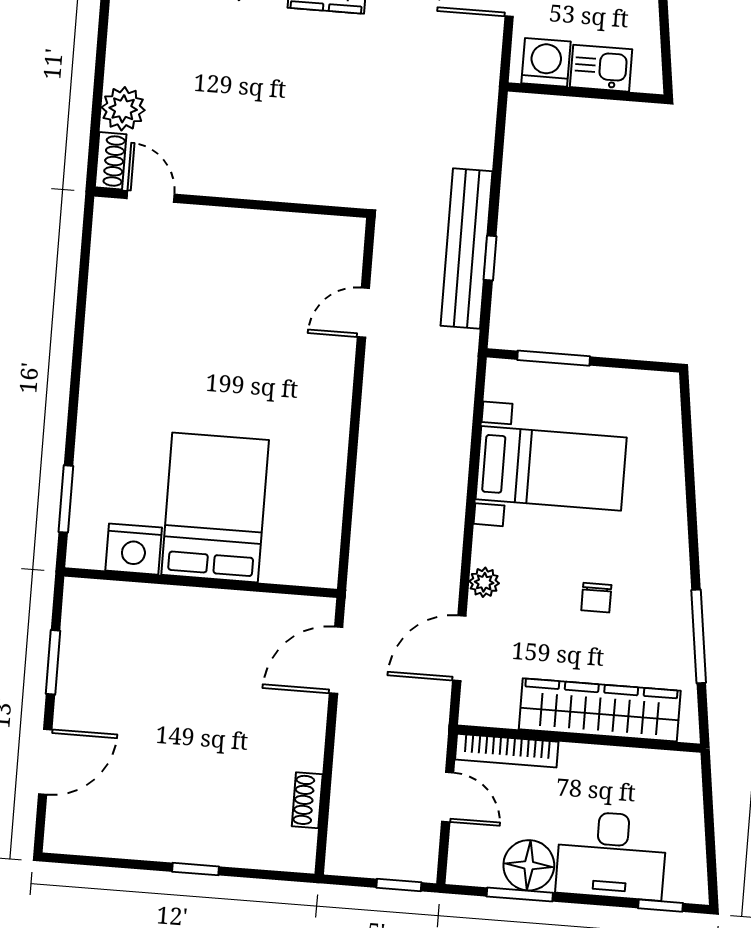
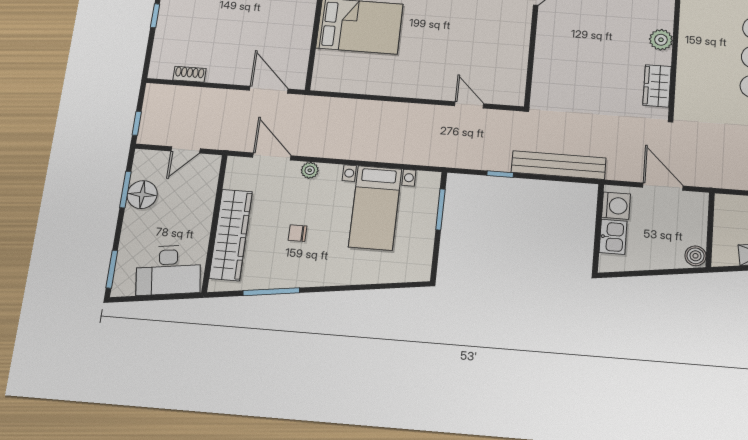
bench: (466, 249) -> (559, 165), moved
bookcase: (507, 751) -> (210, 183), removed
desk: (611, 855) -> (168, 270), moved, turned -98
window: (661, 906) -> (112, 269), width x1.50

